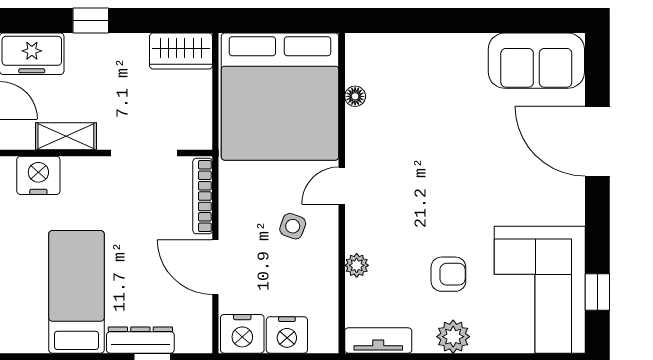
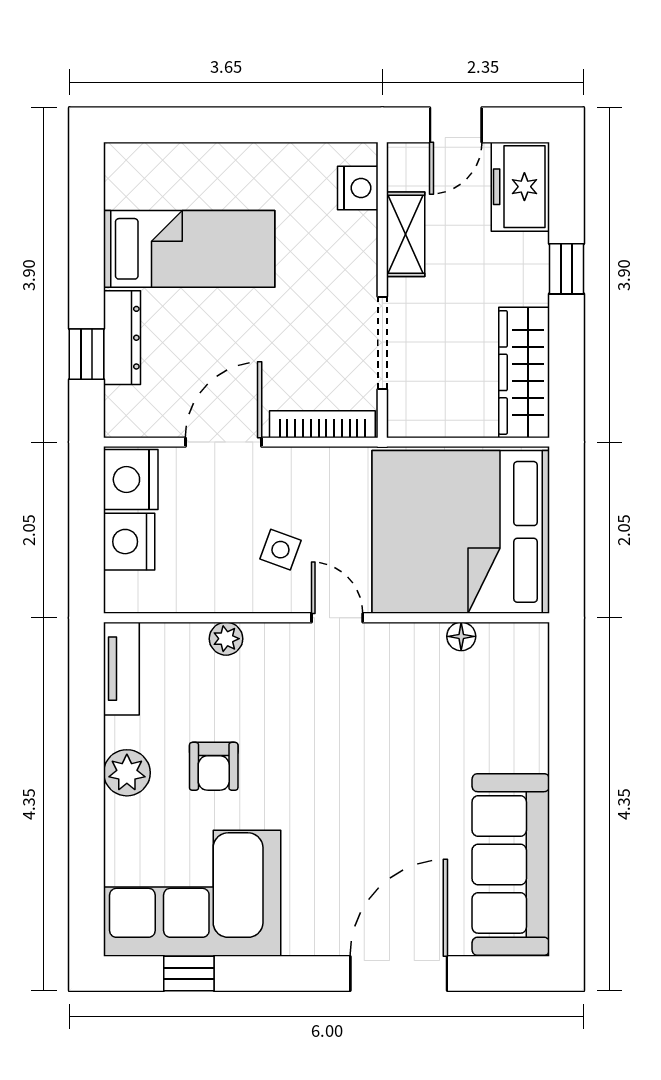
wardrobe: (181, 51) -> (524, 372), width x1.50
sofa: (536, 61) -> (511, 864), width x1.36
nightstand: (38, 175) -> (358, 188), width x0.74, depth x0.75

